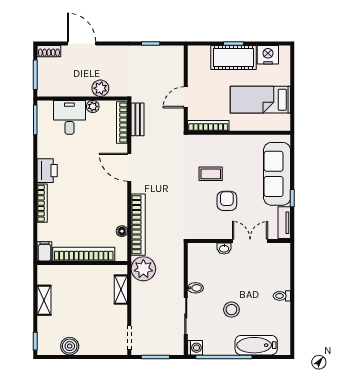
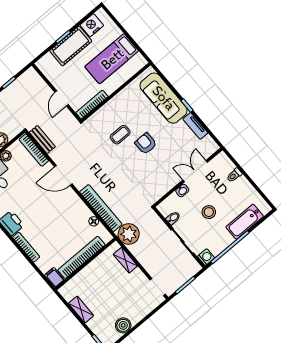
wall: (239, 241) -> (188, 177), moved
double door: (250, 241) -> (195, 171), moved
washbasin: (224, 248) -> (182, 190), moved

